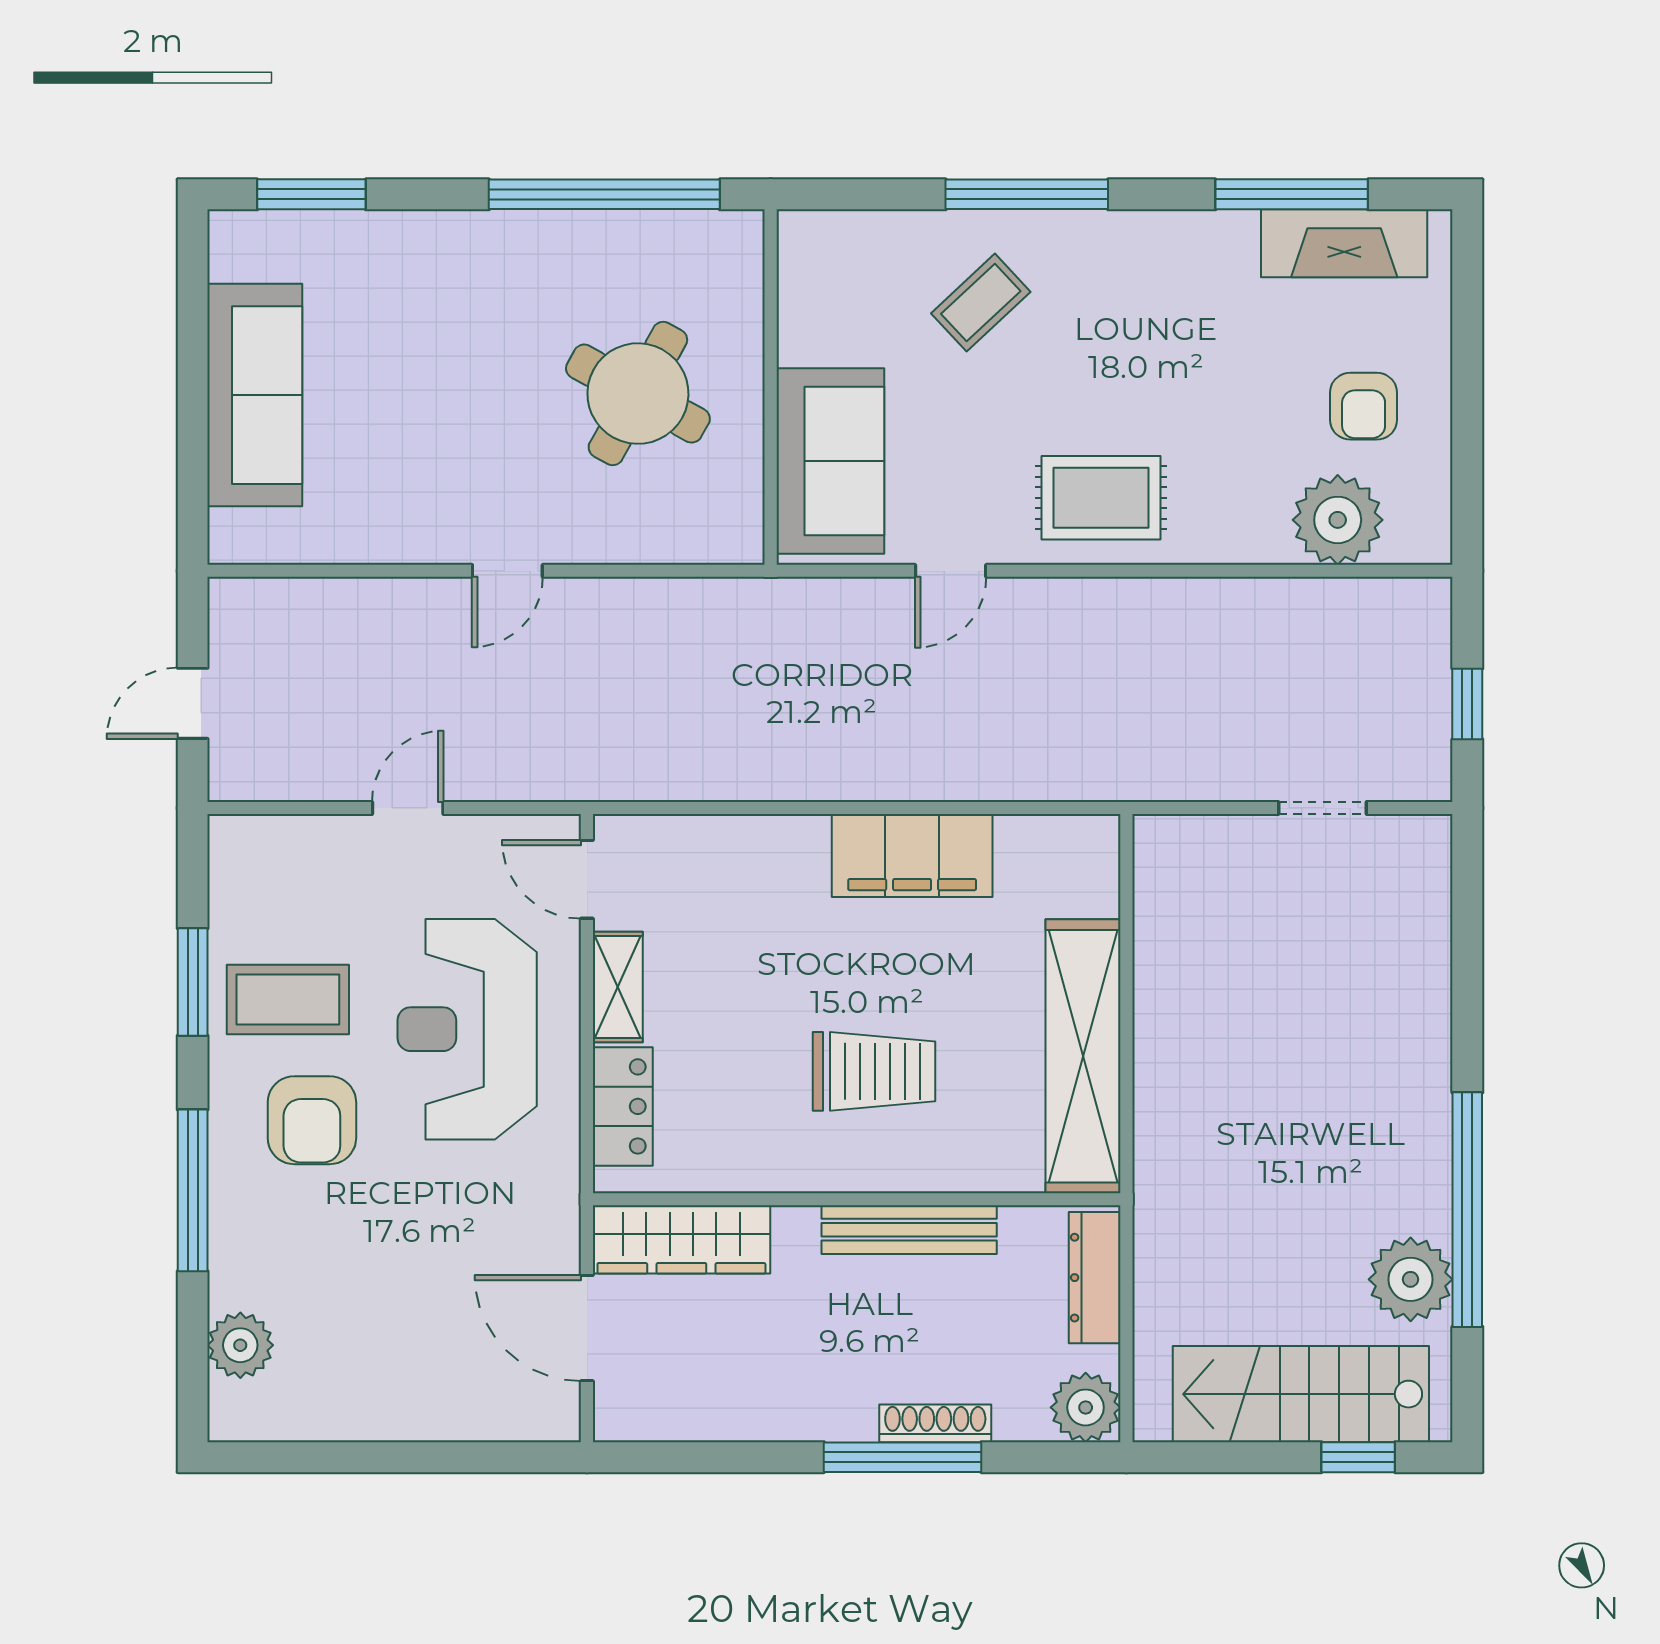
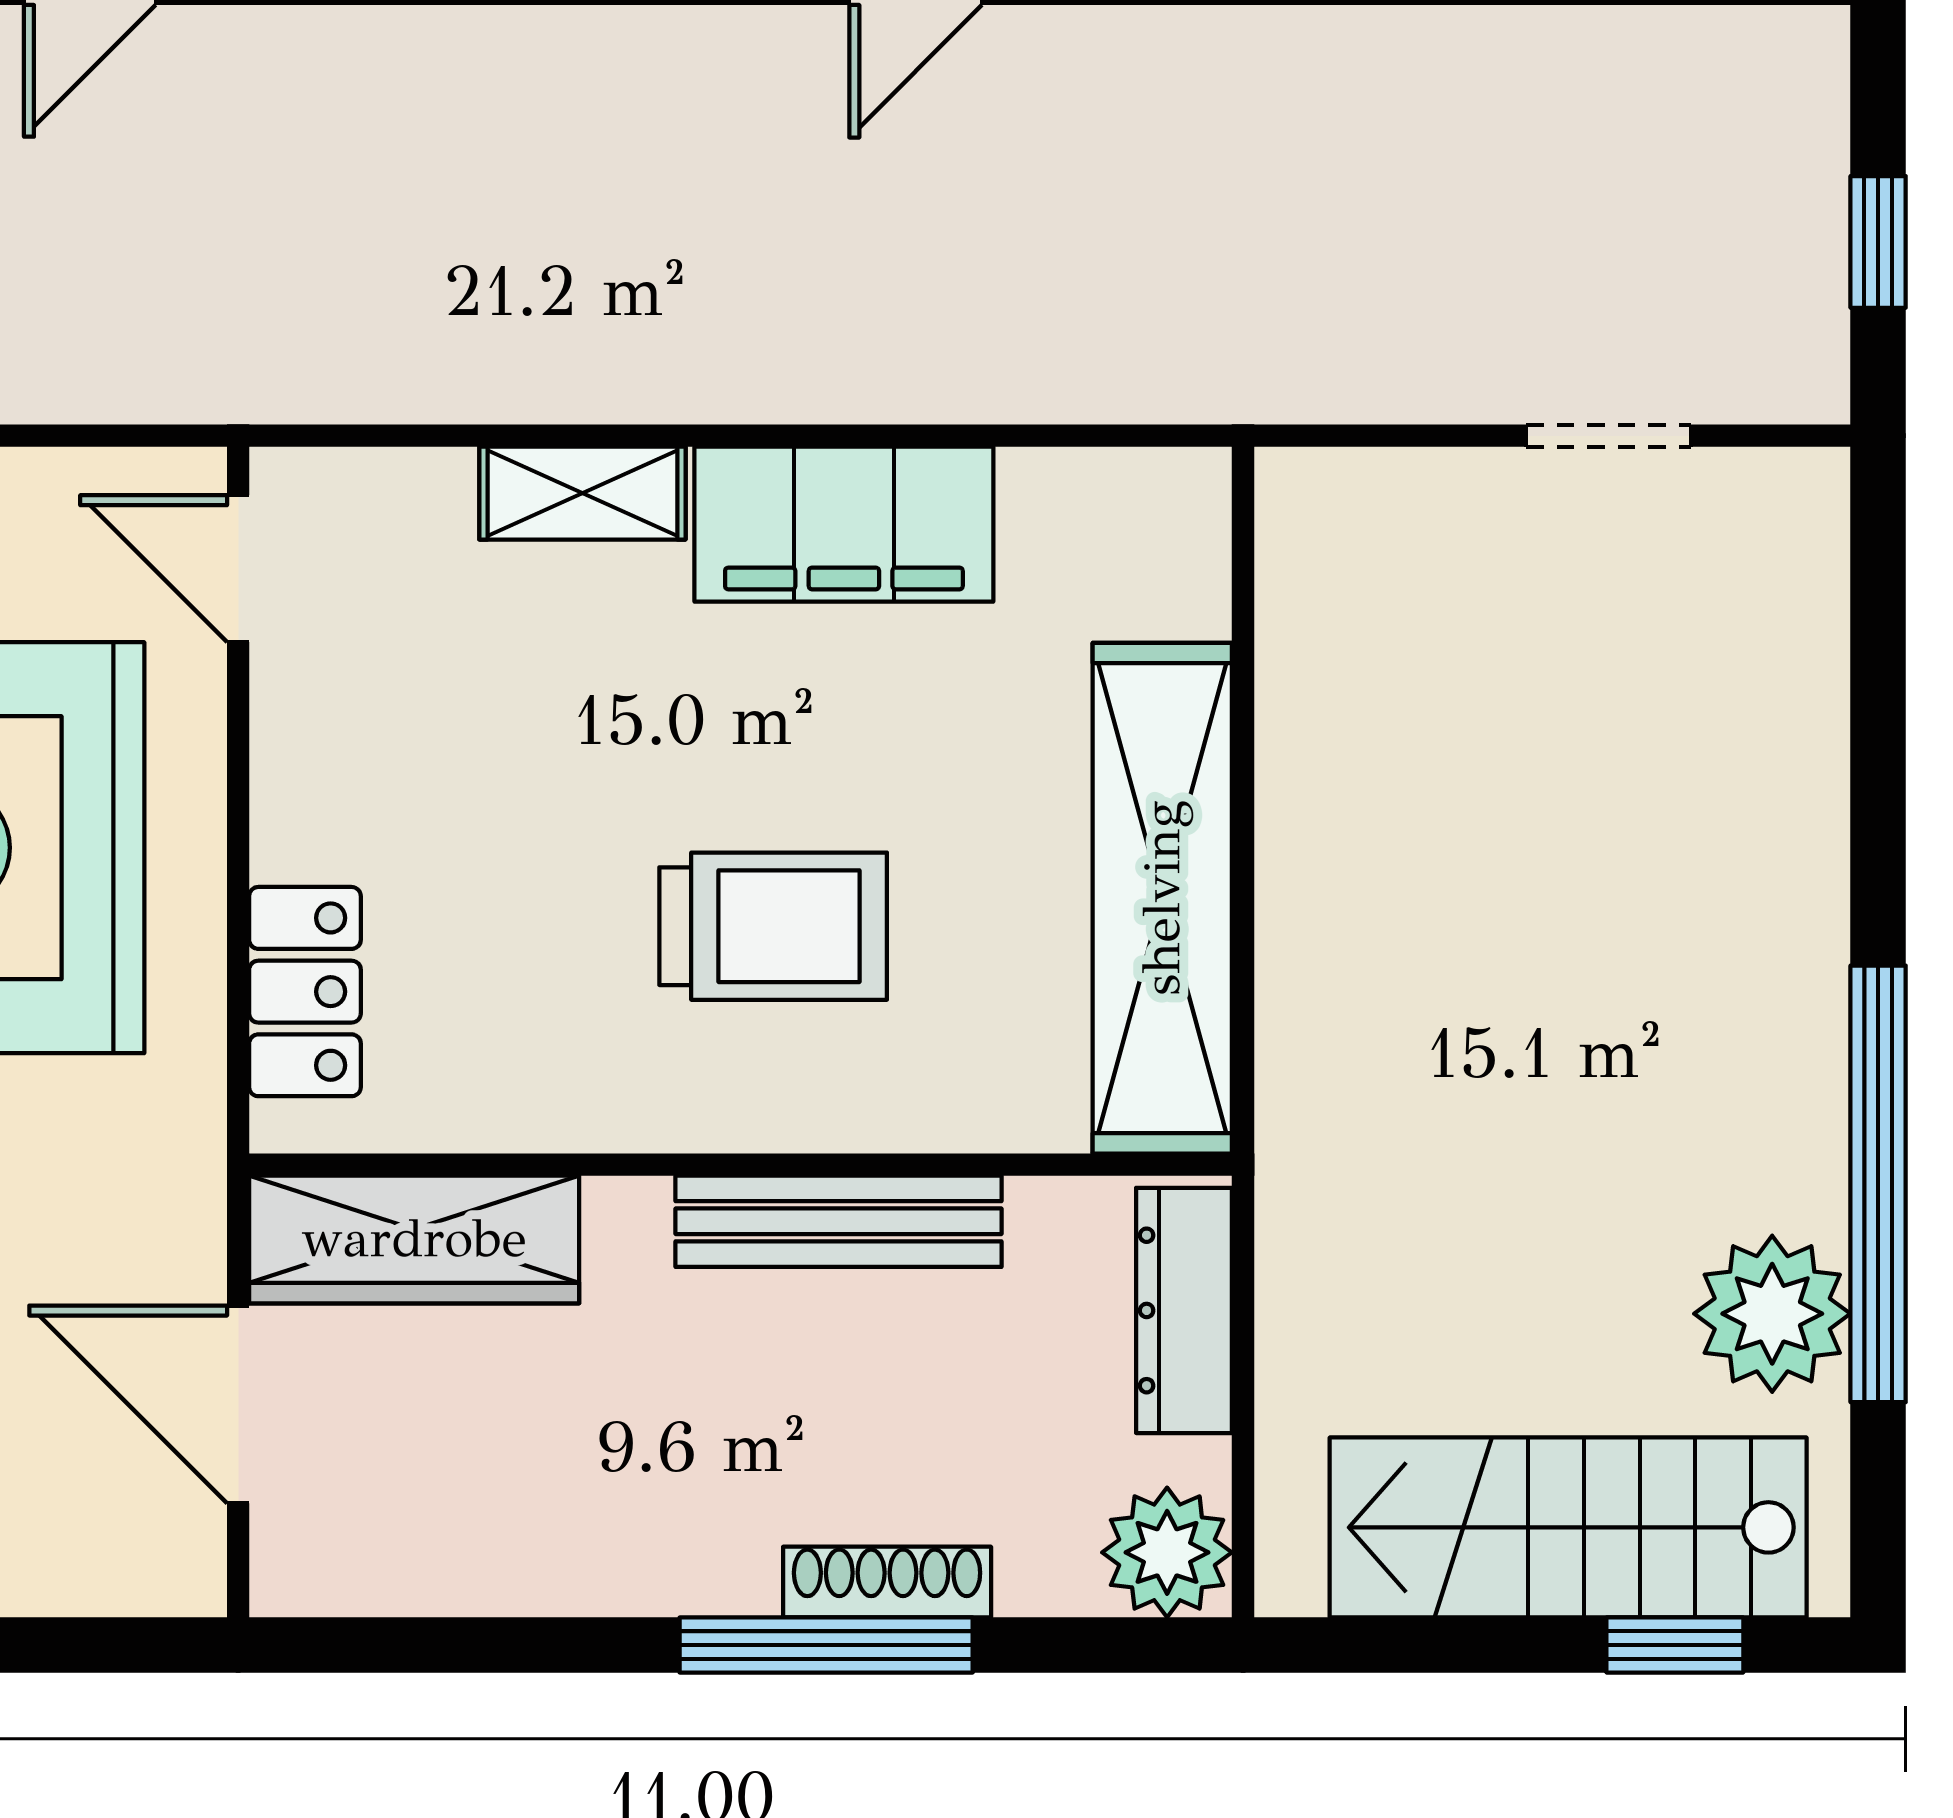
shelving: (618, 987) -> (582, 493), moved, turned 90

